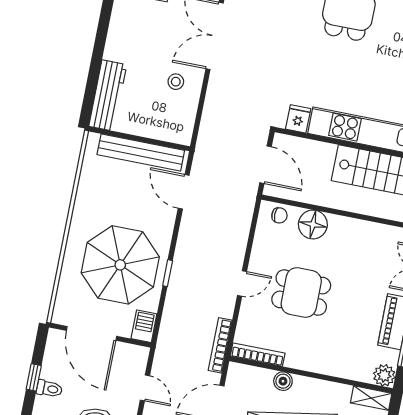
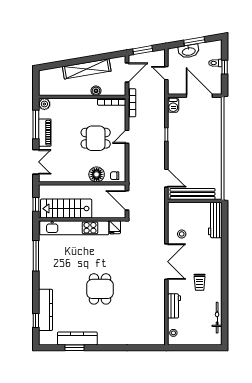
parasol: (120, 265) -> (192, 134), removed
shelving: (371, 398) -> (49, 91), removed

